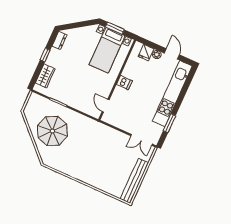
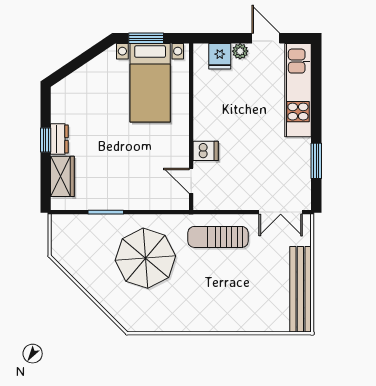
dresser: (60, 40) -> (59, 139), moved
dishwasher: (124, 83) -> (206, 151), moved
kitchen unit: (172, 94) -> (298, 90), width x0.73
parasol: (52, 131) -> (145, 258), moved
sun lounger: (106, 138) -> (218, 237), added

